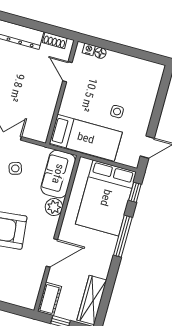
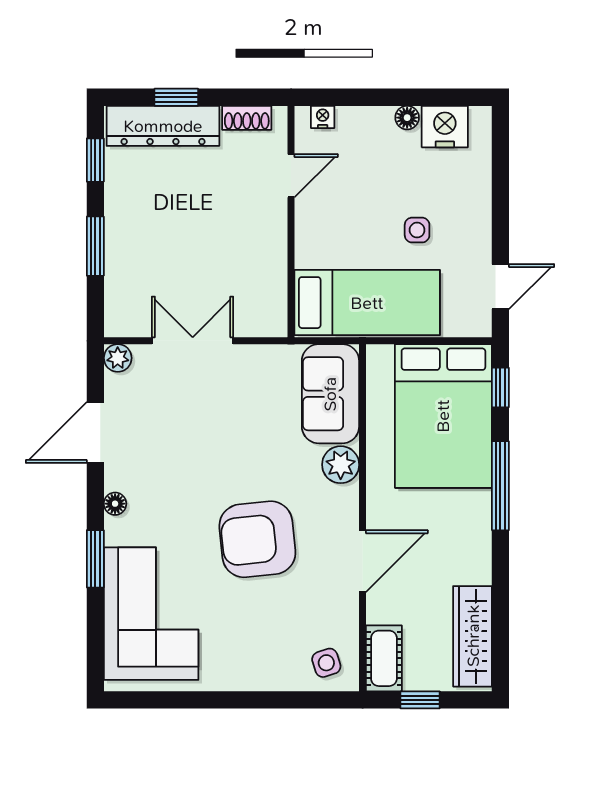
window: (26, 23) -> (176, 97), added
floor lamp: (100, 53) -> (407, 118), moved
nightstand: (142, 69) -> (445, 127), added
door: (67, 72) -> (291, 176), swing flipped
side table: (15, 168) -> (326, 663), moved

